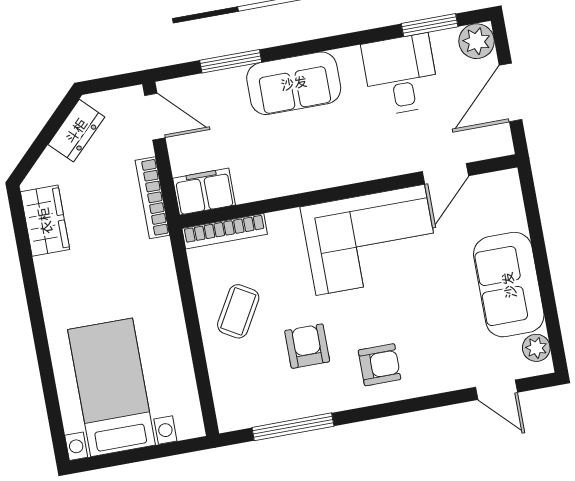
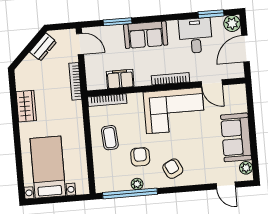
bookcase: (356, 173) -> (171, 79), added
door: (445, 174) -> (212, 83), hinge flipped
filing cabinet: (204, 192) -> (120, 79), moved
wardrobe: (45, 221) -> (26, 106), moved
coffee table: (238, 311) -> (110, 138), turned -34
armchair: (380, 365) -> (173, 169), turned -116
plant: (306, 405) -> (137, 184), added
window: (293, 427) -> (130, 193), width x1.46

